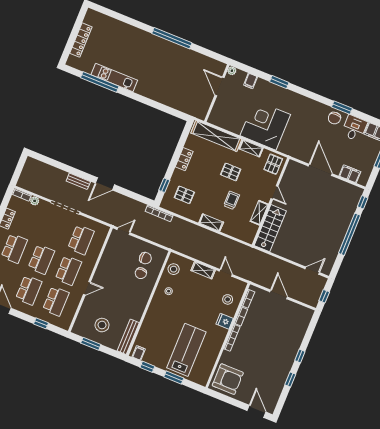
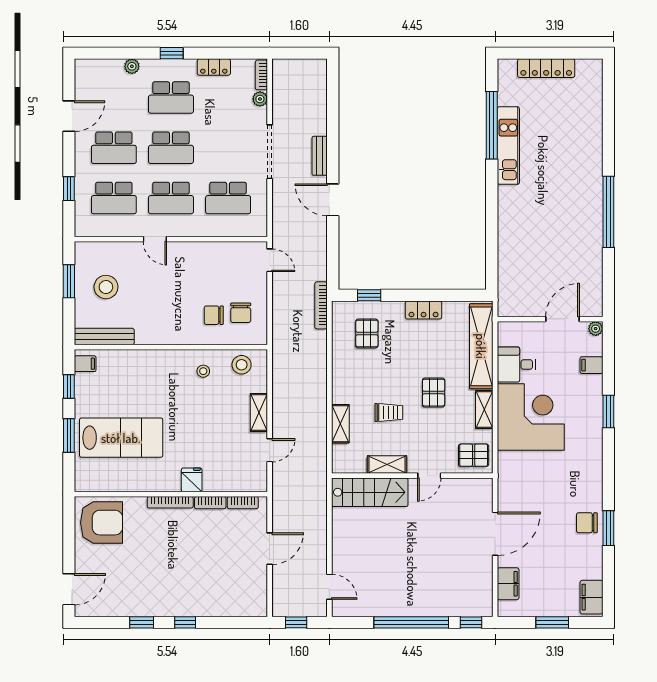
desk: (354, 128) -> (516, 365), moved, turned 180
shelving: (211, 222) -> (340, 424), moved
stool: (228, 299) -> (228, 471), removed
armchair: (228, 379) -> (102, 523), turned -90

